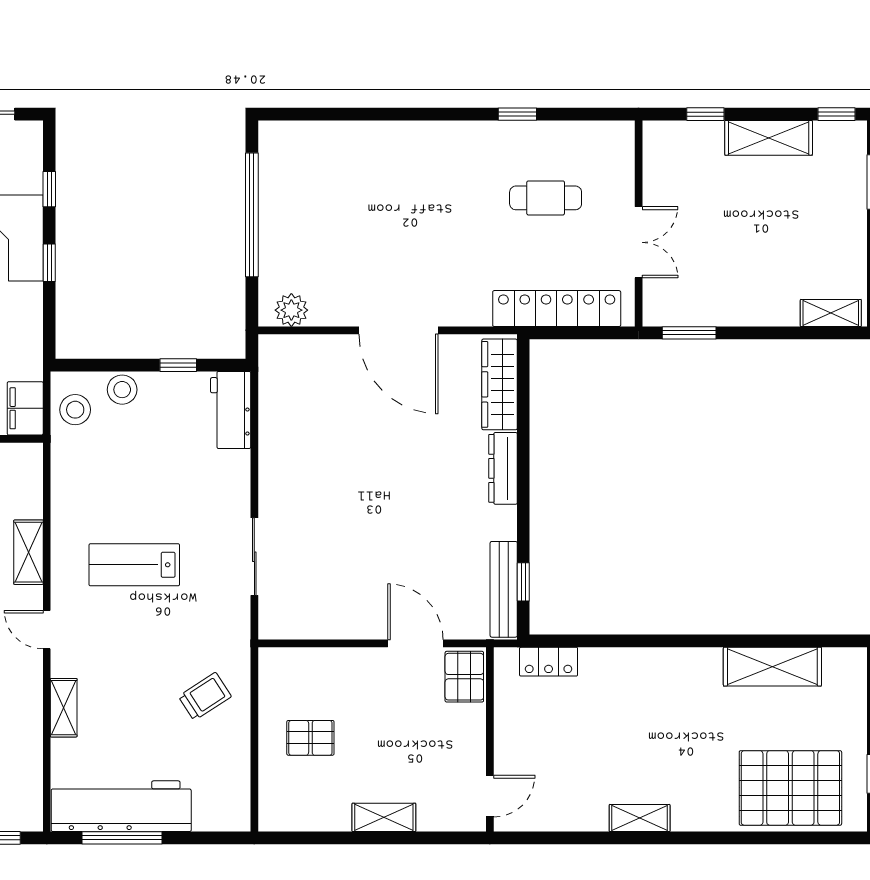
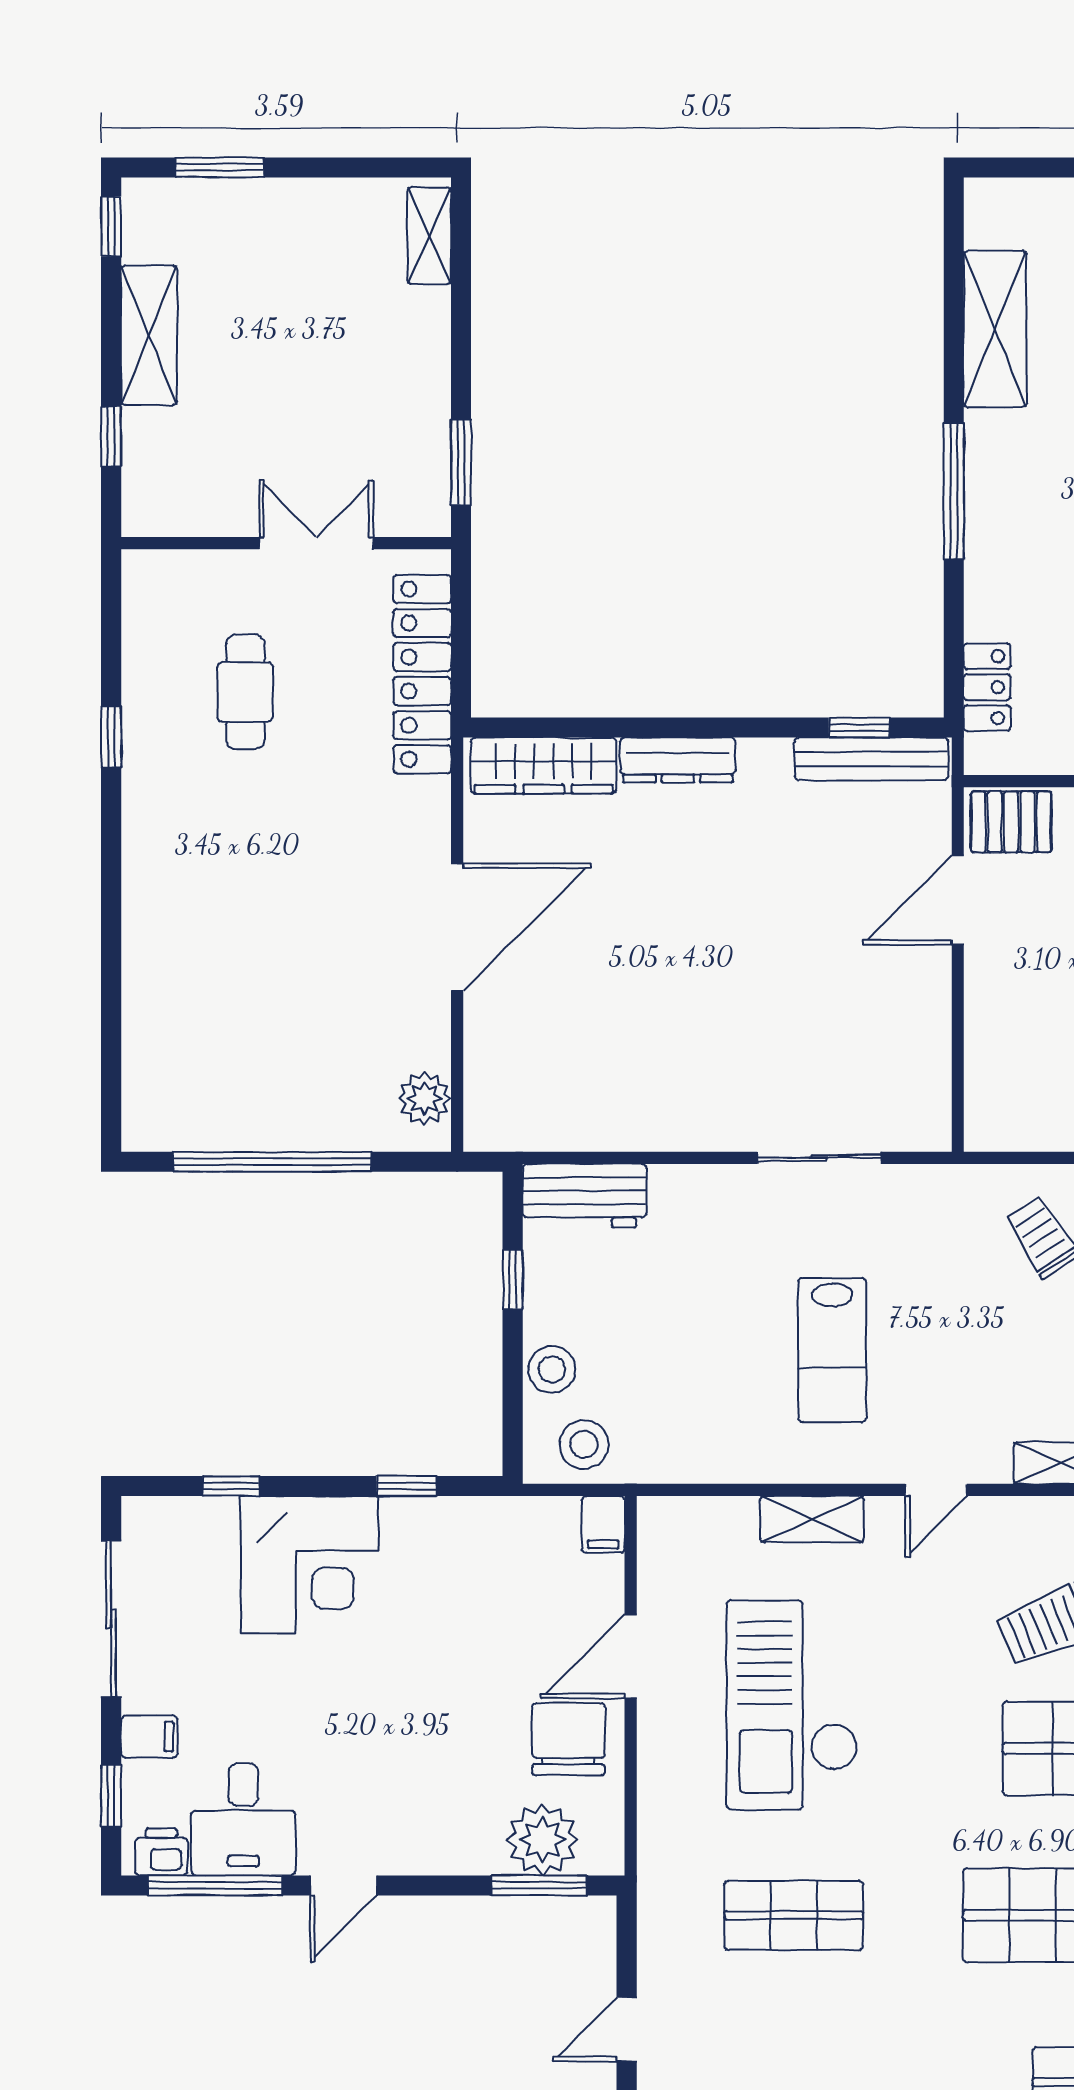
window: (49, 263) -> (407, 1486), moved
filing cabinet: (25, 408) -> (603, 1524), width x0.50
window: (671, 641) -> (954, 491), added

